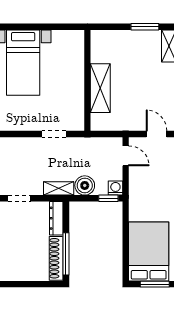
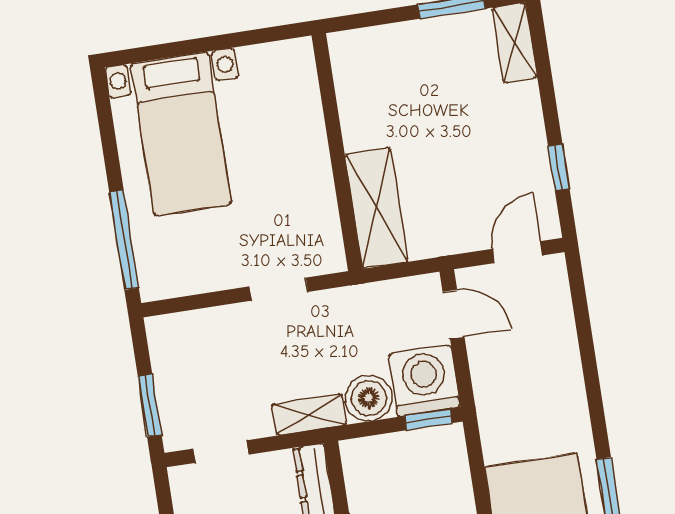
shelving: (100, 88) -> (376, 208), moved
door: (157, 134) -> (517, 252), hinge flipped
washing machine: (115, 188) -> (424, 381), width x1.89, depth x1.89

